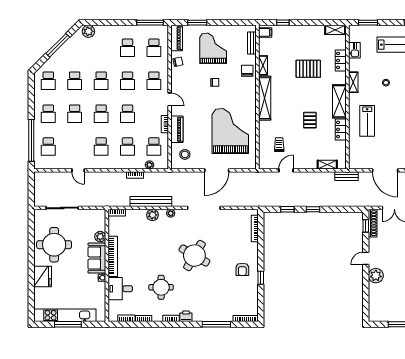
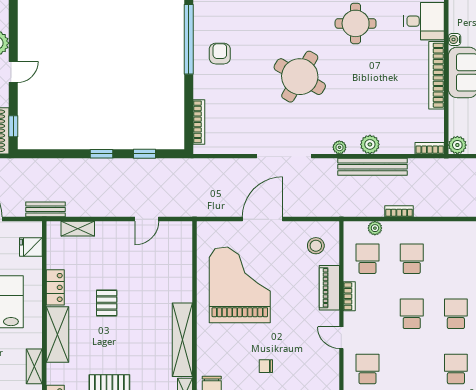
school desk: (128, 81) -> (412, 369), removed
grand piano: (230, 131) -> (240, 285), turned 180
trolley: (279, 145) -> (158, 262), removed
school desk: (101, 147) -> (456, 259), removed
fridge: (355, 154) -> (31, 247), added
plant: (100, 237) -> (457, 145), moved
window: (261, 278) -> (189, 39), width x3.17

